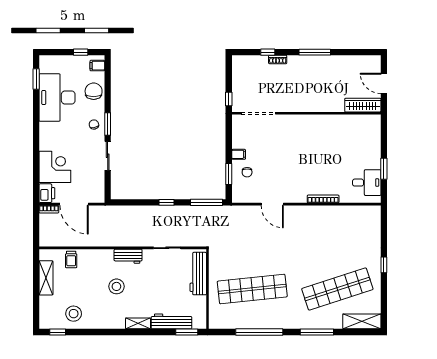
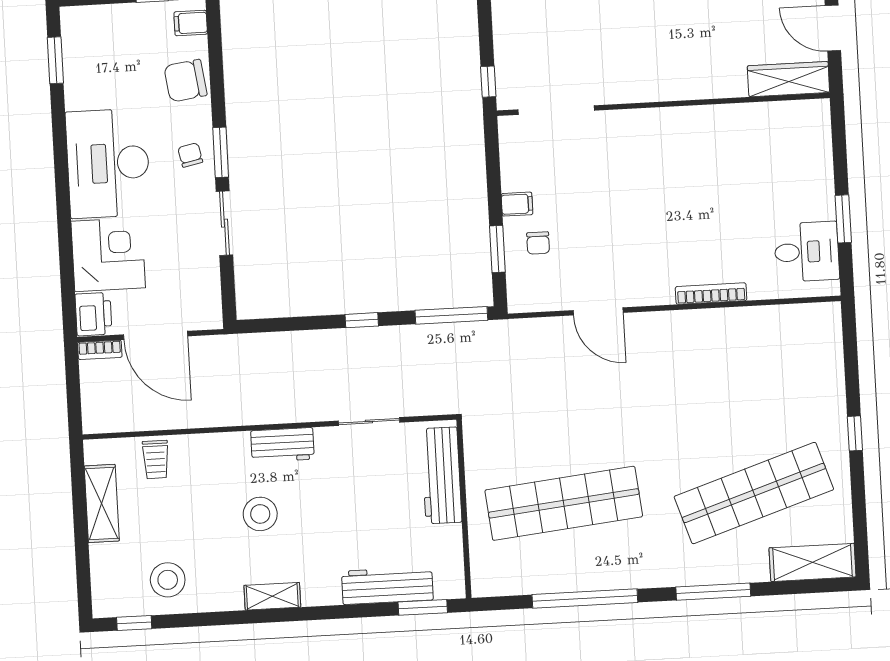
chair: (94, 91) -> (185, 81), turned -98
desk: (57, 98) -> (108, 163), moved
shelving: (138, 323) -> (272, 596), moved

